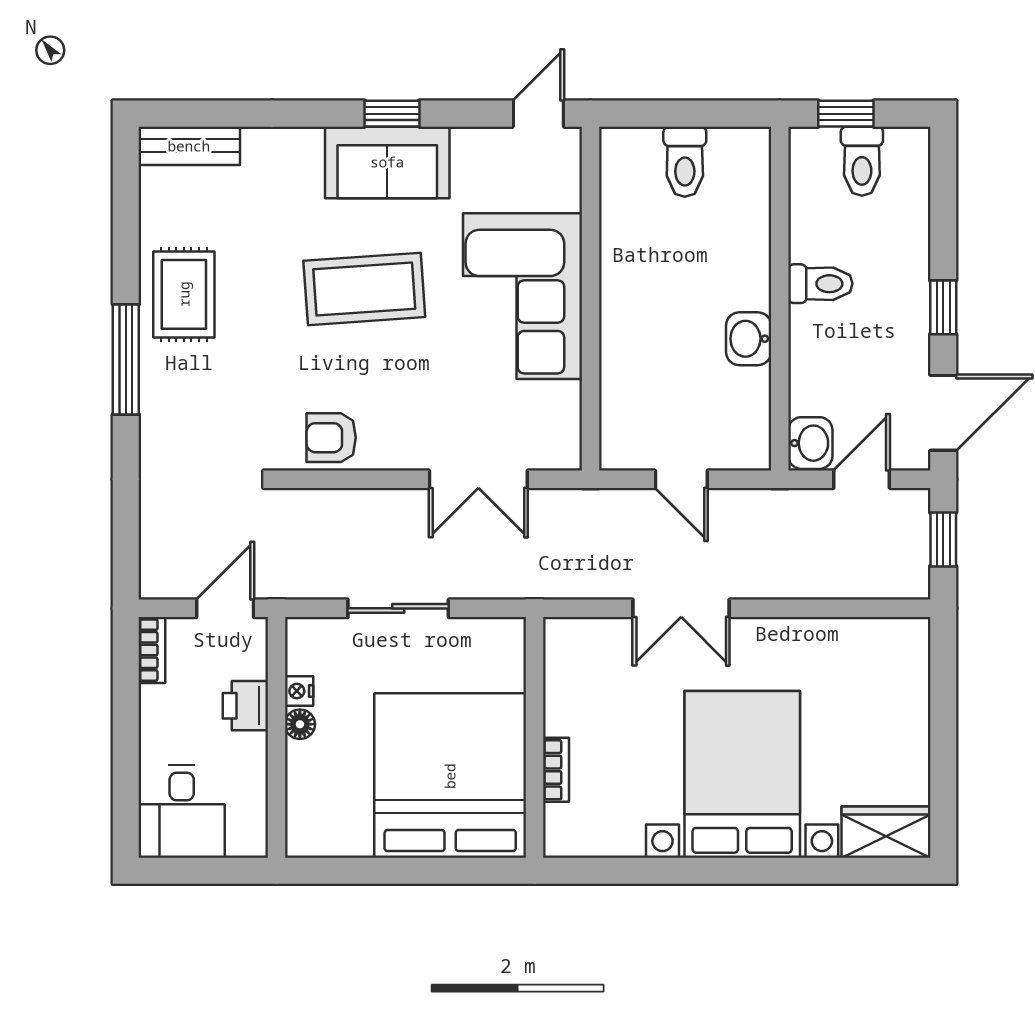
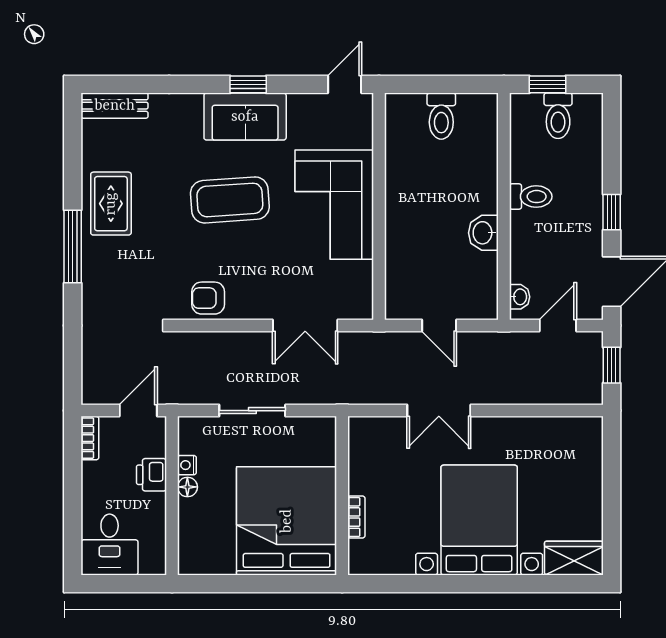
washbasin: (810, 443) -> (520, 297), width x0.72, depth x0.69

